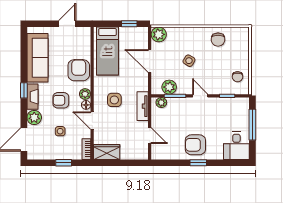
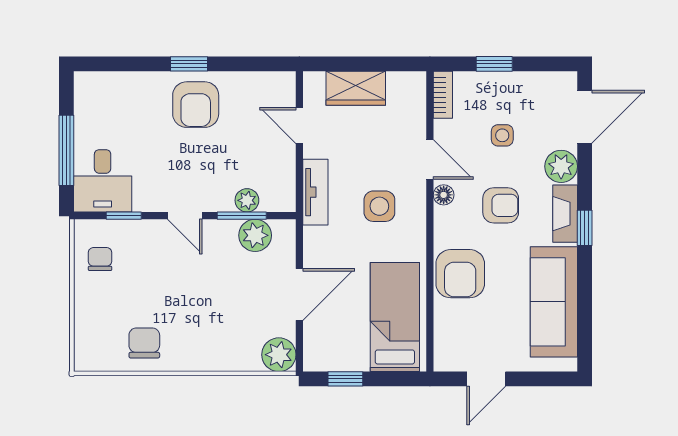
door: (150, 61) -> (299, 294), hinge flipped
side table: (189, 61) -> (210, 295), removed
plant: (85, 94) -> (446, 220), removed
plant: (161, 103) -> (247, 200), moved
armchair: (195, 145) -> (196, 105), turned 90
desk: (236, 146) -> (103, 181), moved, turned 180
wardrobe: (107, 152) -> (356, 88), moved

